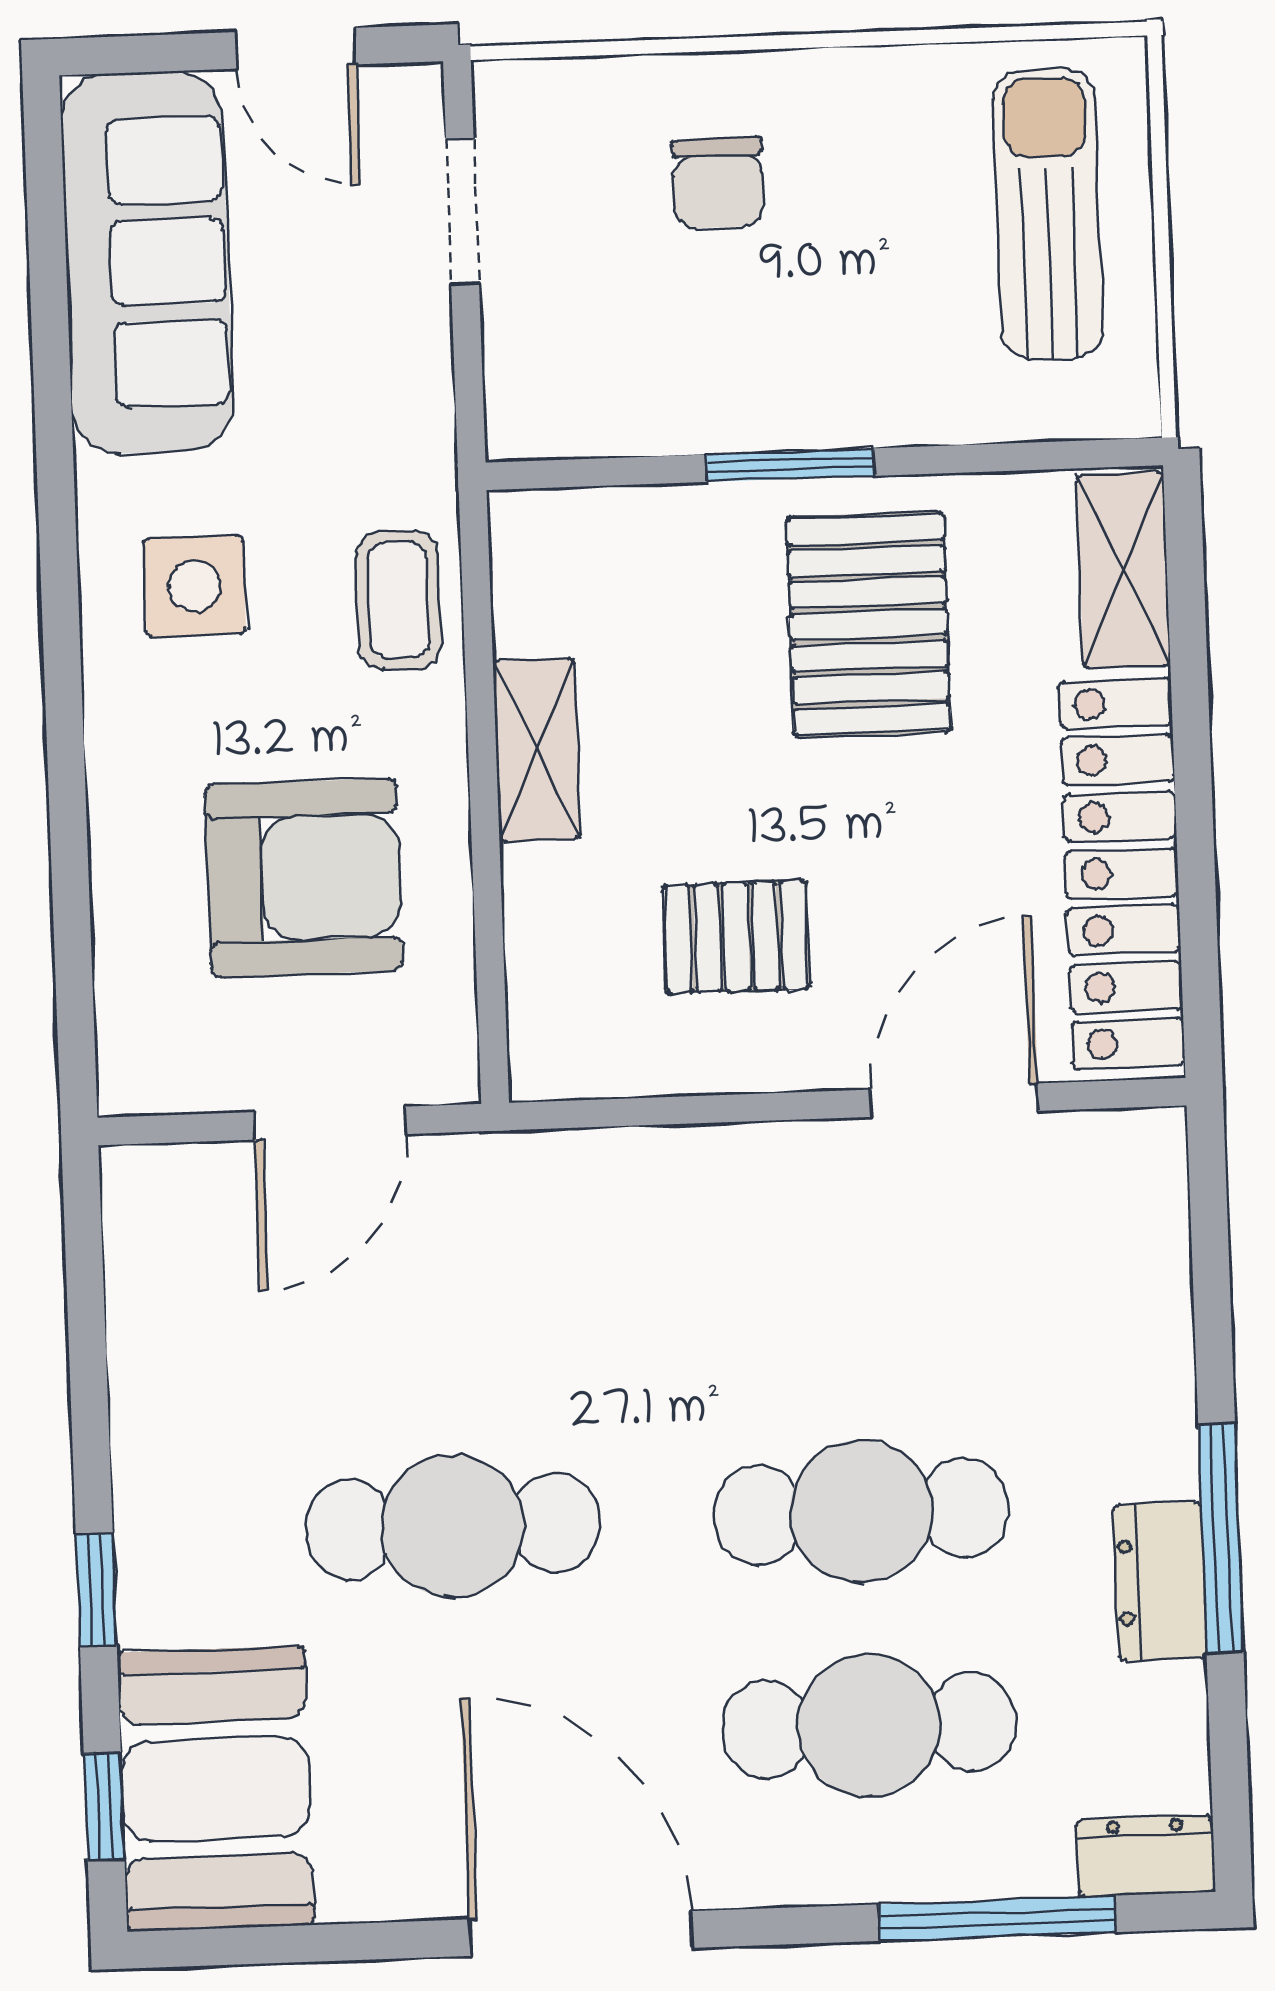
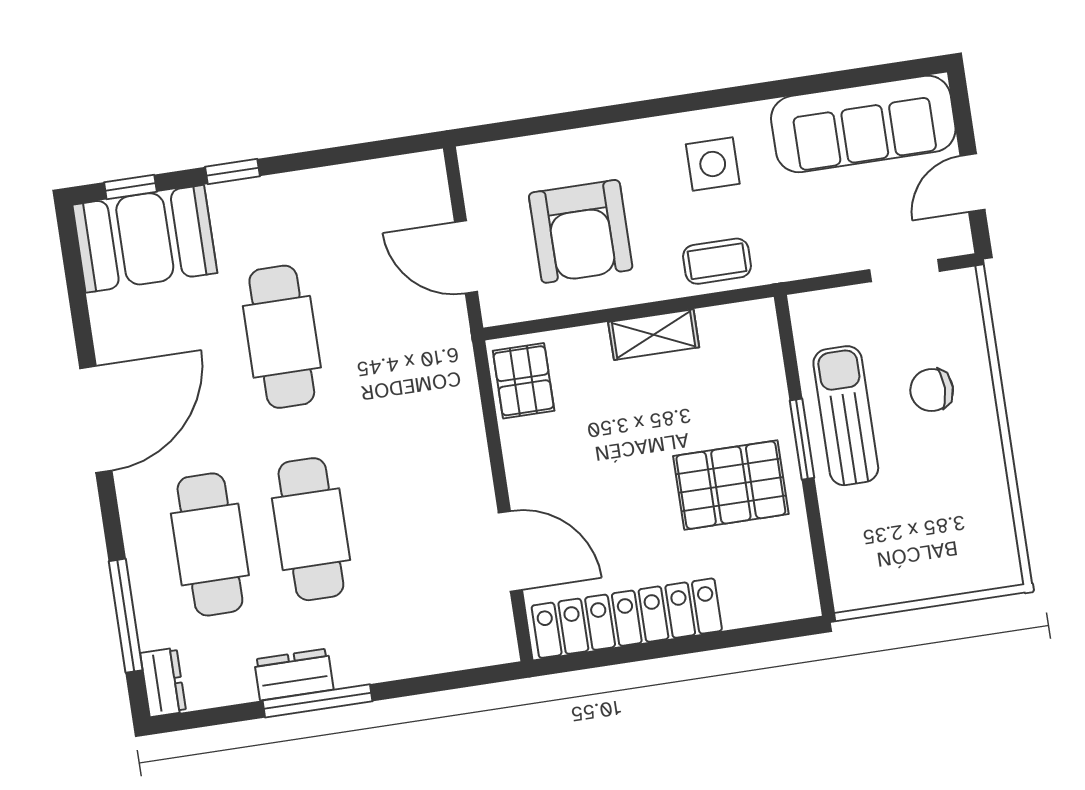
sun lounger: (1048, 214) -> (846, 416), moved, turned -90
shelving: (1123, 570) -> (770, 603), removed
pallet: (736, 937) -> (524, 381), moved

